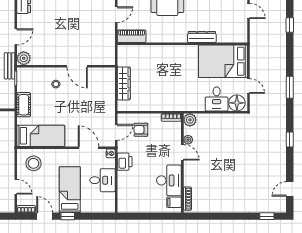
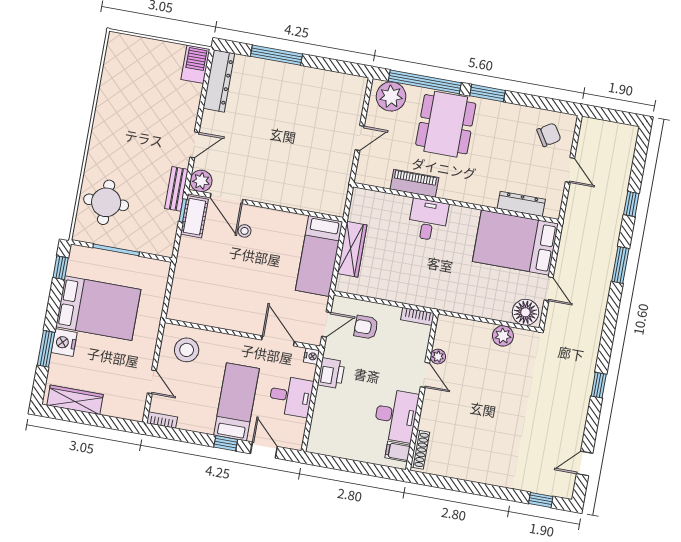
piano: (132, 36) -> (414, 183), moved
dresser: (202, 37) -> (521, 204), moved
door: (77, 66) -> (227, 198), moved
window: (290, 87) -> (620, 265), moved
desk: (217, 99) -> (428, 220), moved, turned 180
cot: (24, 105) -> (194, 217), moved
plant: (190, 120) -> (503, 336), moved
bed: (41, 136) -> (319, 256), moved, turned 90
door: (45, 216) -> (264, 450), moved

